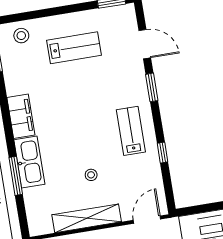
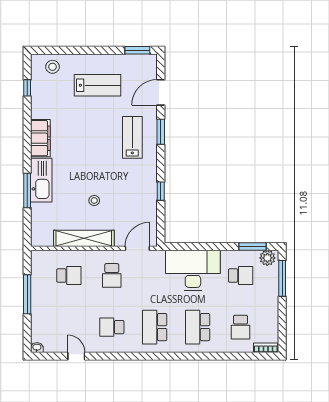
door: (145, 44) -> (161, 92), swing flipped
lab bench: (131, 131) -> (132, 137), moved

